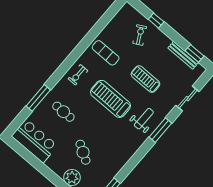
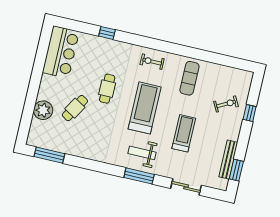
window: (38, 98) -> (107, 33), width x0.46
cafe table: (63, 112) -> (107, 89), moved
weight bench: (144, 119) -> (142, 153), turned 180

